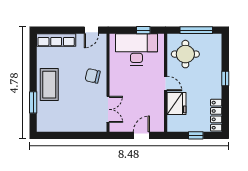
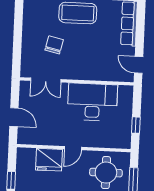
desk: (136, 49) -> (92, 102), moved, turned -90
chair: (93, 76) -> (54, 45), moved

